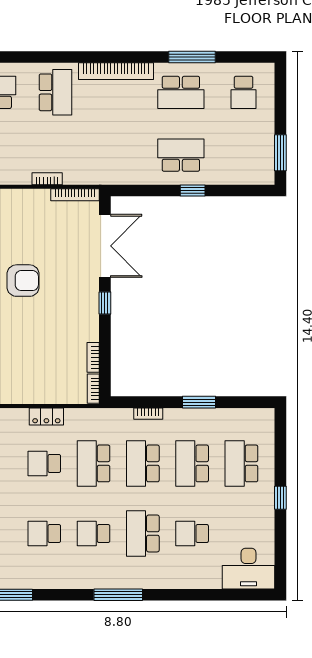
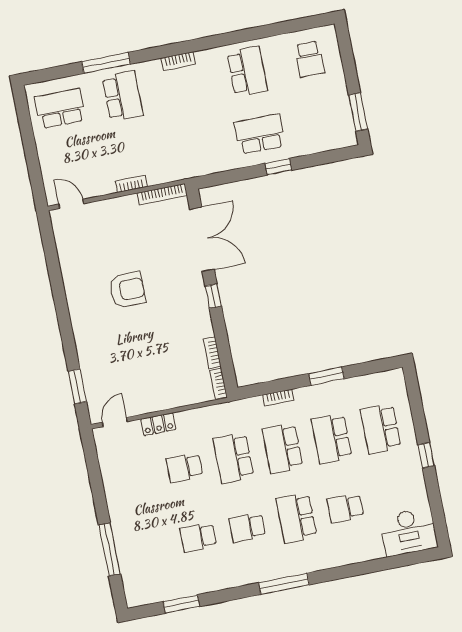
window: (192, 57) -> (106, 63), moved
bookcase: (116, 71) -> (178, 61), width x0.43, depth x0.76
school desk: (181, 92) -> (247, 71), turned -90
locker: (46, 416) -> (158, 424), moved

